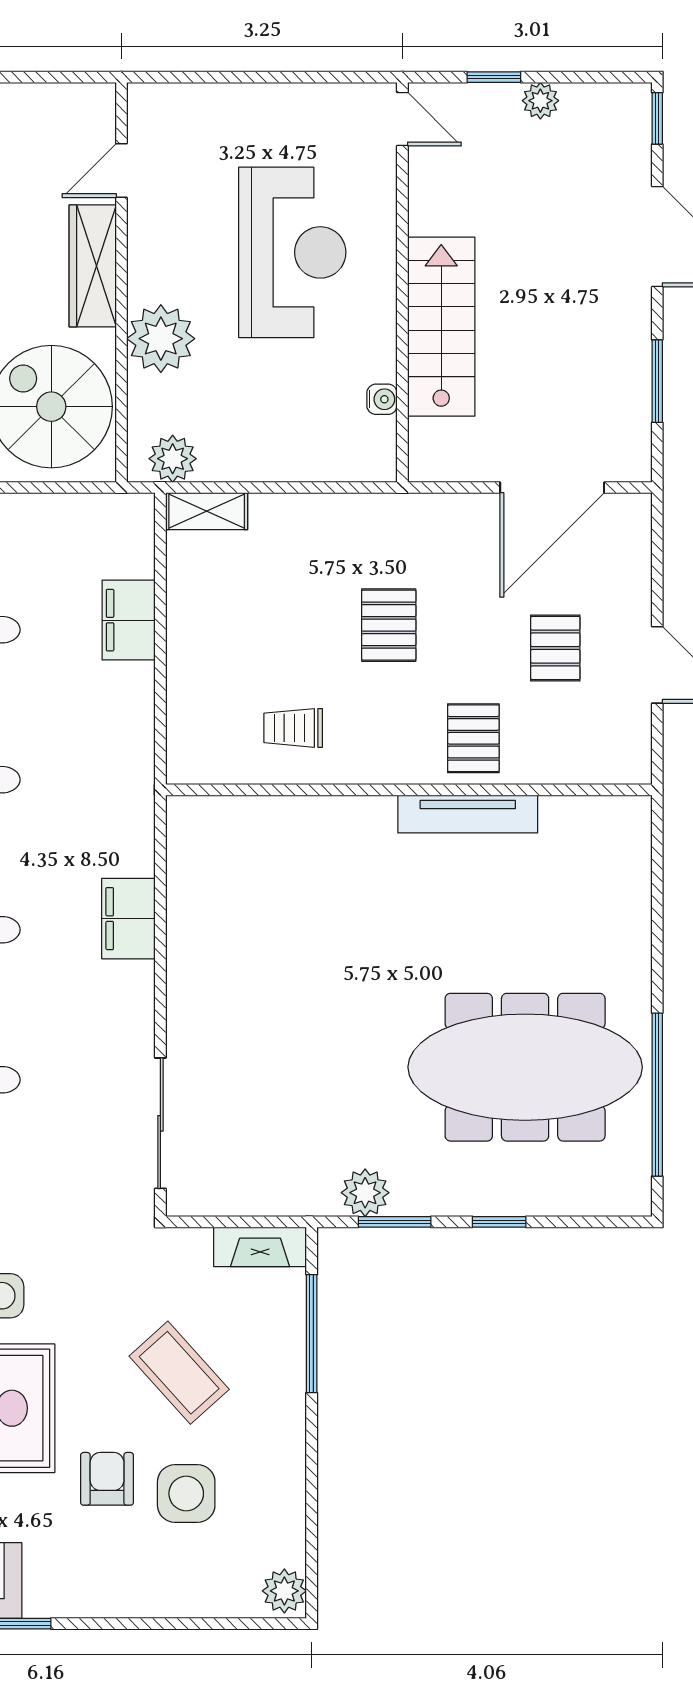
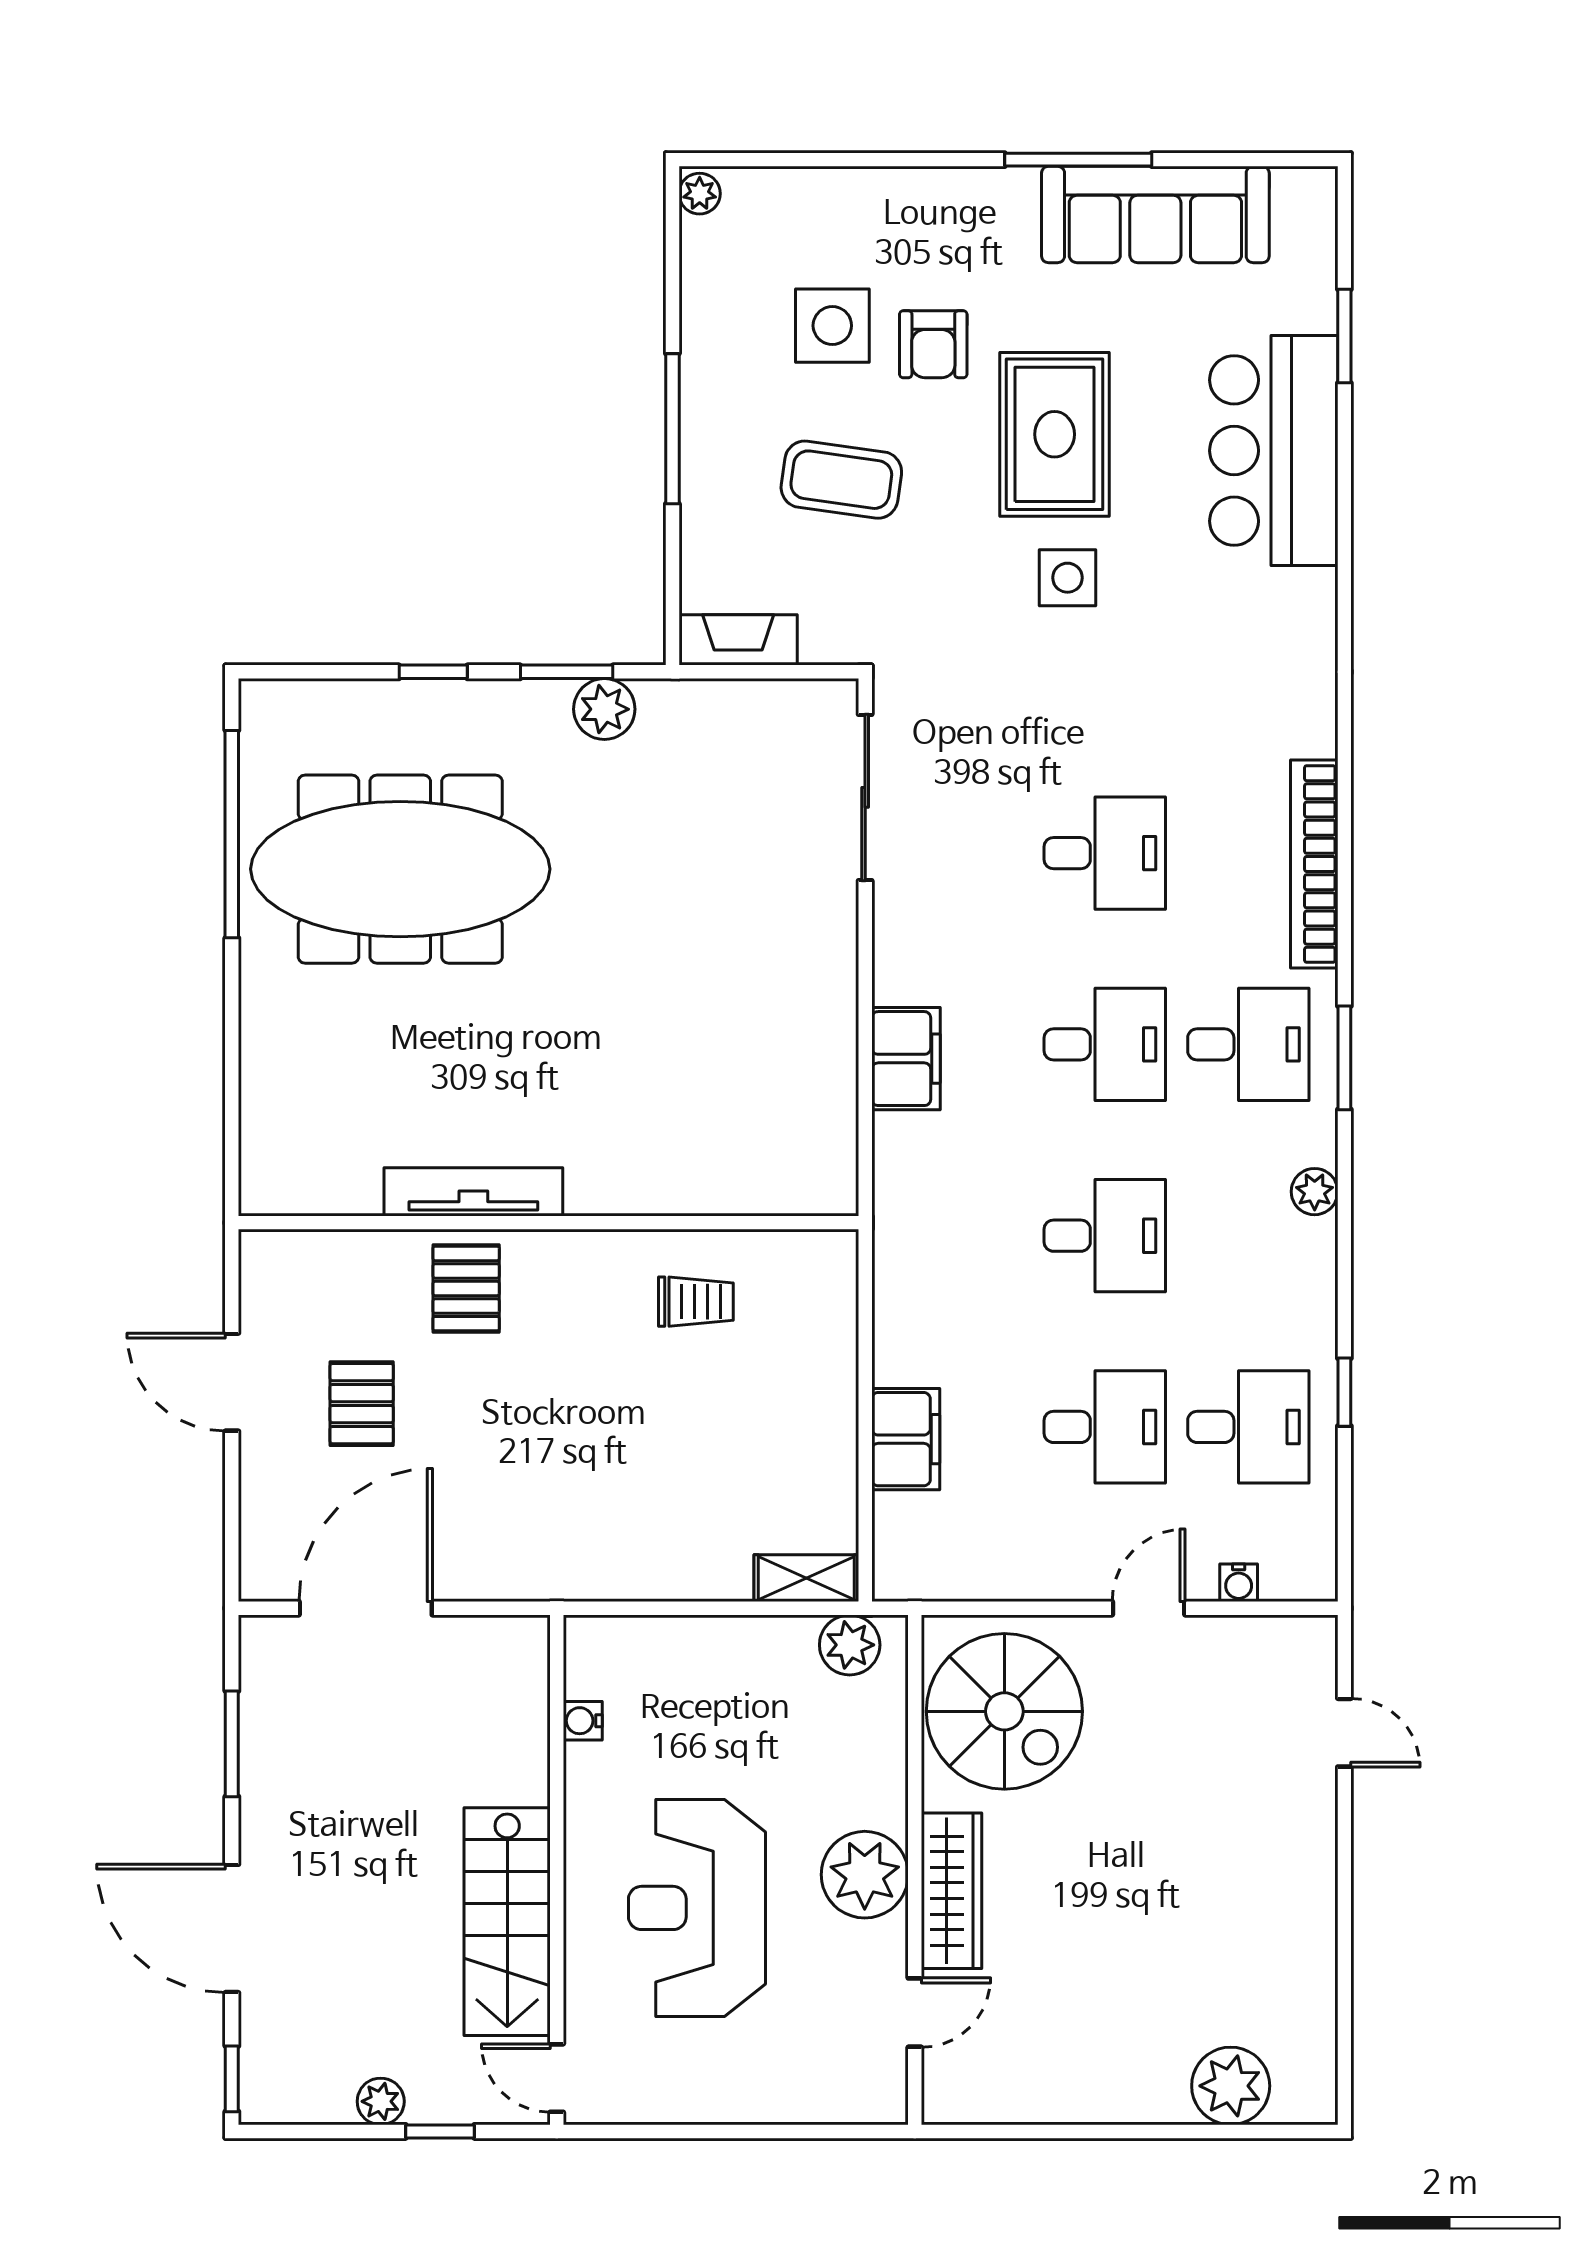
stairs: (441, 327) -> (507, 1922), moved
plant: (161, 339) -> (865, 1875), moved
pallet: (389, 625) -> (574, 1433), removed
window: (312, 1334) -> (672, 429), moved
coffee table: (179, 1373) -> (841, 480), turned -40
plant: (284, 1591) -> (700, 194), width x0.73, depth x0.73

